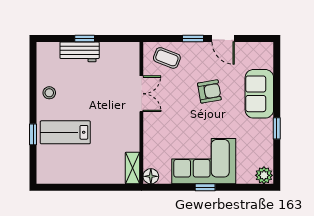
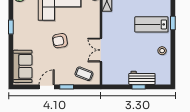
door: (223, 38) -> (47, 87), hinge flipped
armchair: (209, 91) -> (60, 41), moved
sofa: (259, 94) -> (23, 66), moved
lab bench: (65, 132) -> (151, 24), turned 180

